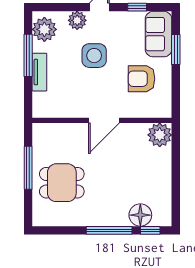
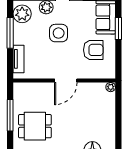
tv unit: (39, 72) -> (18, 59), moved
armchair: (141, 79) -> (93, 50), turned 180
plant: (160, 135) -> (111, 87), width x0.53, depth x0.53

